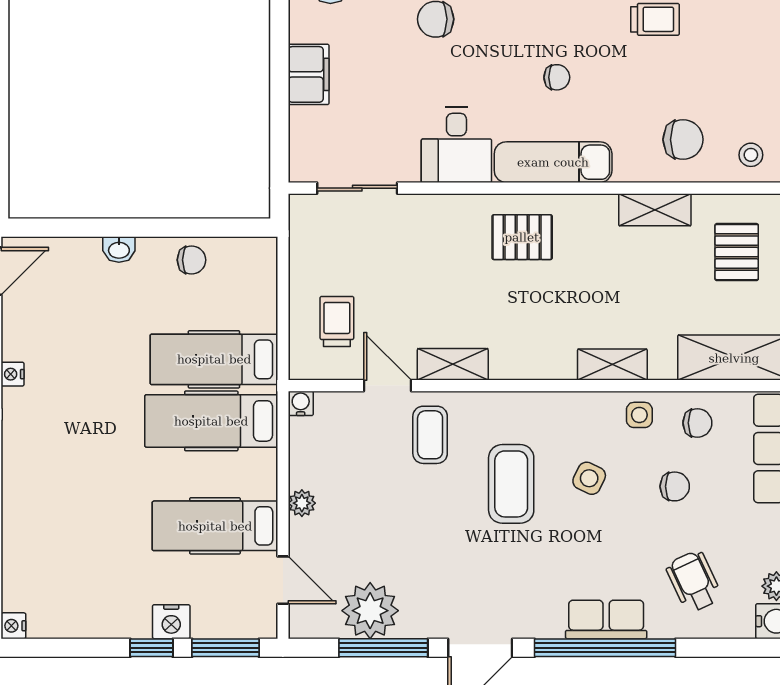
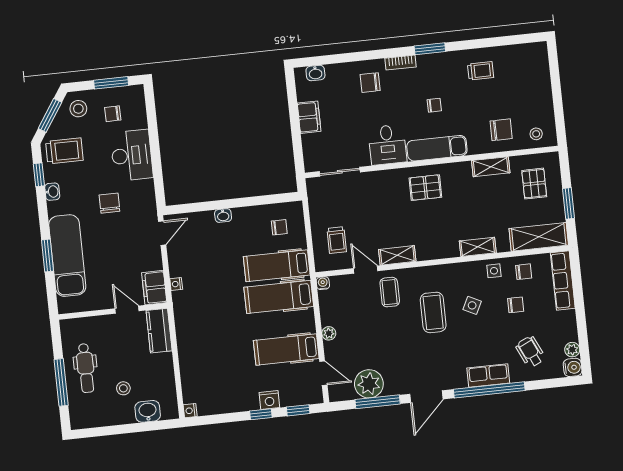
chair: (191, 260) -> (279, 227), moved
trolley: (337, 321) -> (337, 240), turned 180
window: (225, 648) -> (298, 410), width x0.67

